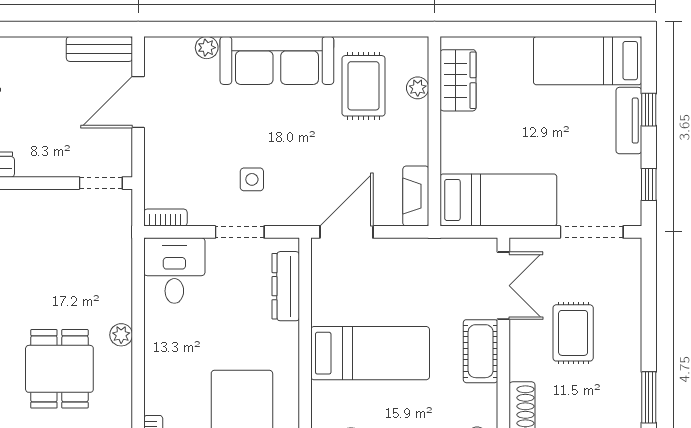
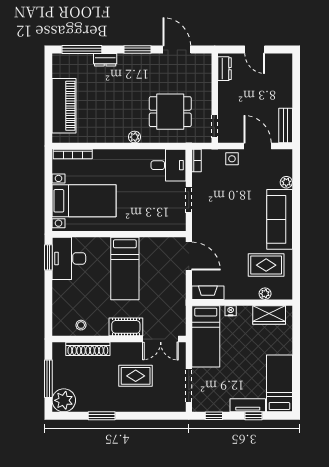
nightstand: (450, 153) -> (231, 311), added
side table: (252, 179) -> (232, 159), moved
dresser: (286, 286) -> (160, 224), removed
dining table: (59, 369) -> (170, 112), moved

